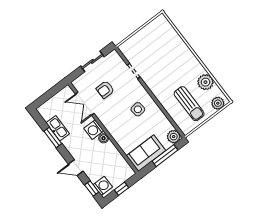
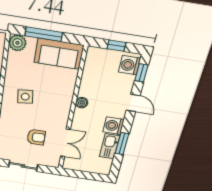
washing machine: (94, 130) -> (114, 126), moved, turned 180

